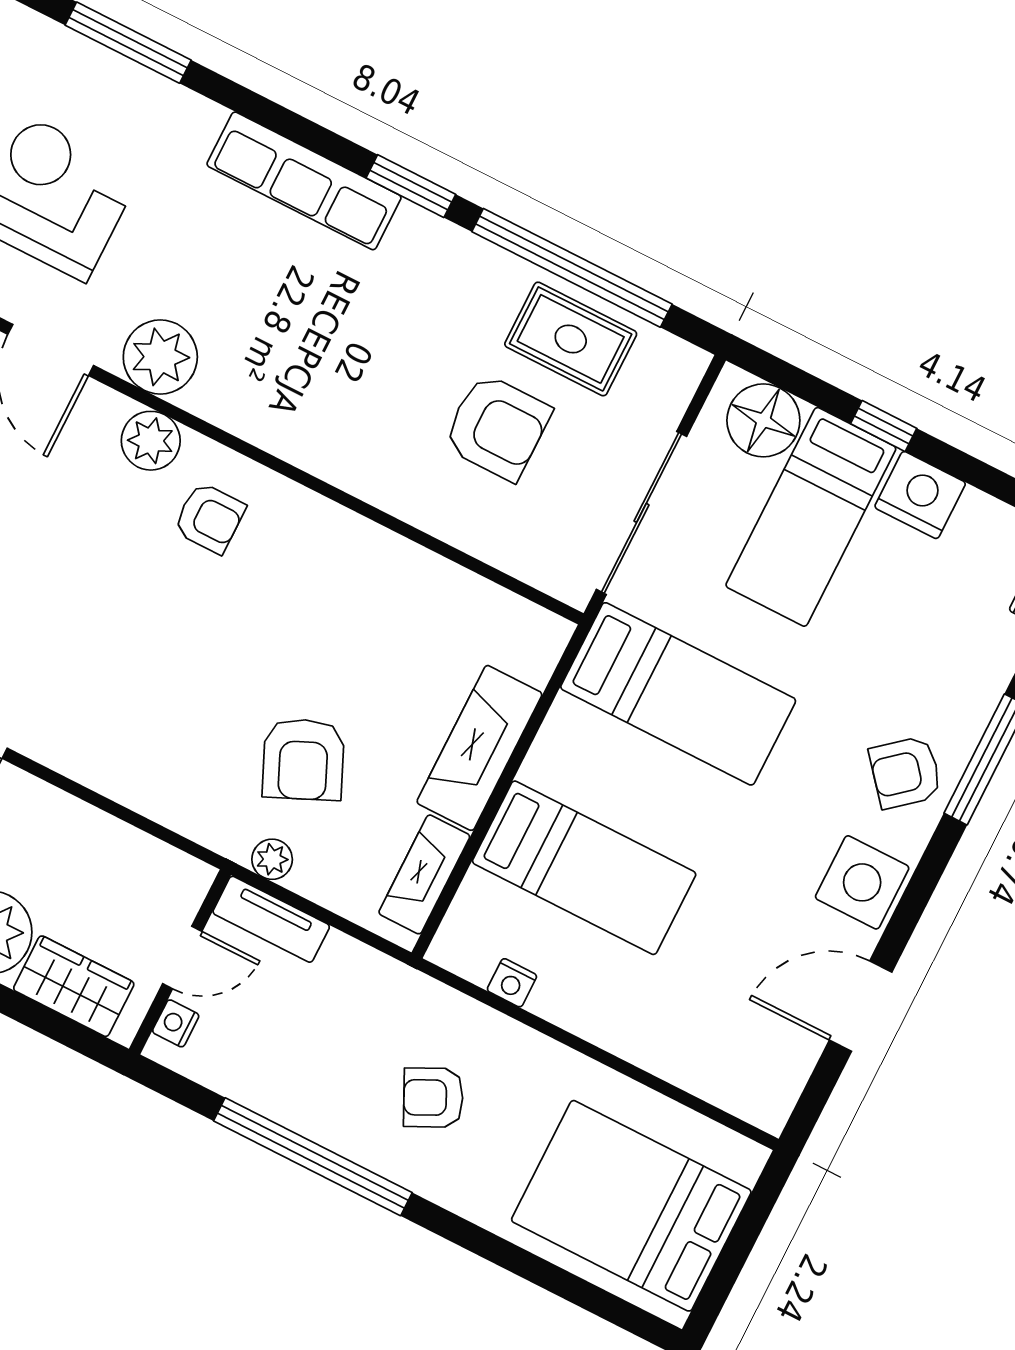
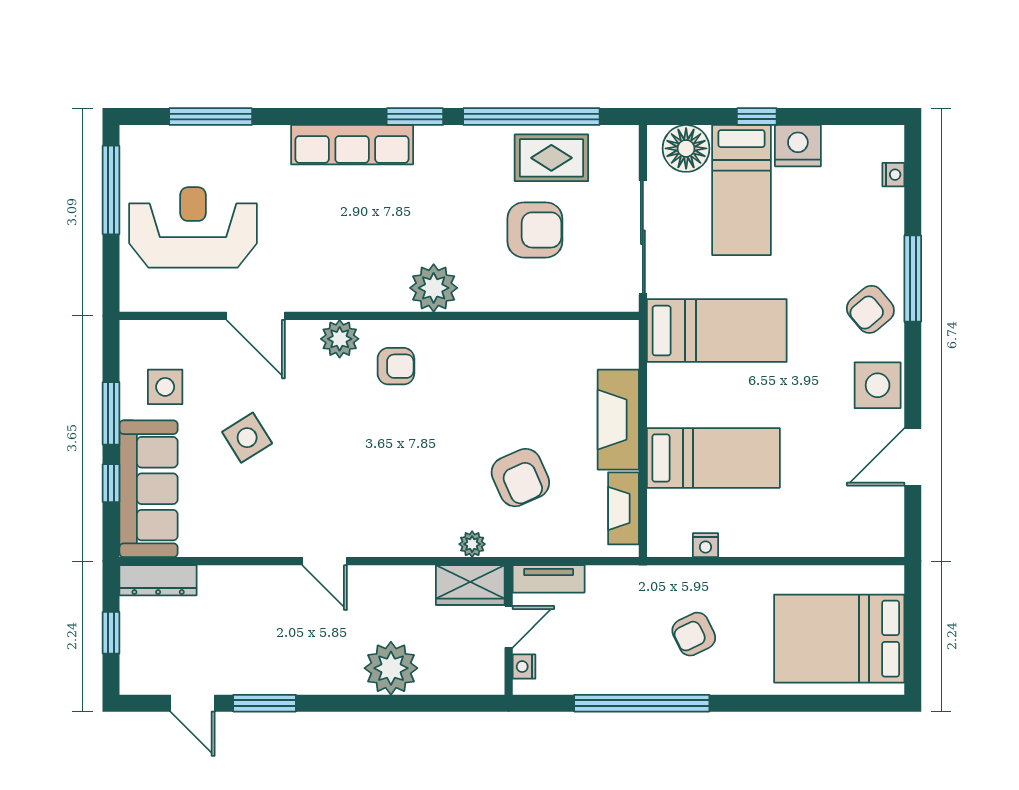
plant: (160, 357) -> (434, 288), moved
plant: (272, 859) -> (472, 544), moved
wardrobe: (74, 986) -> (470, 585), moved, turned 180

